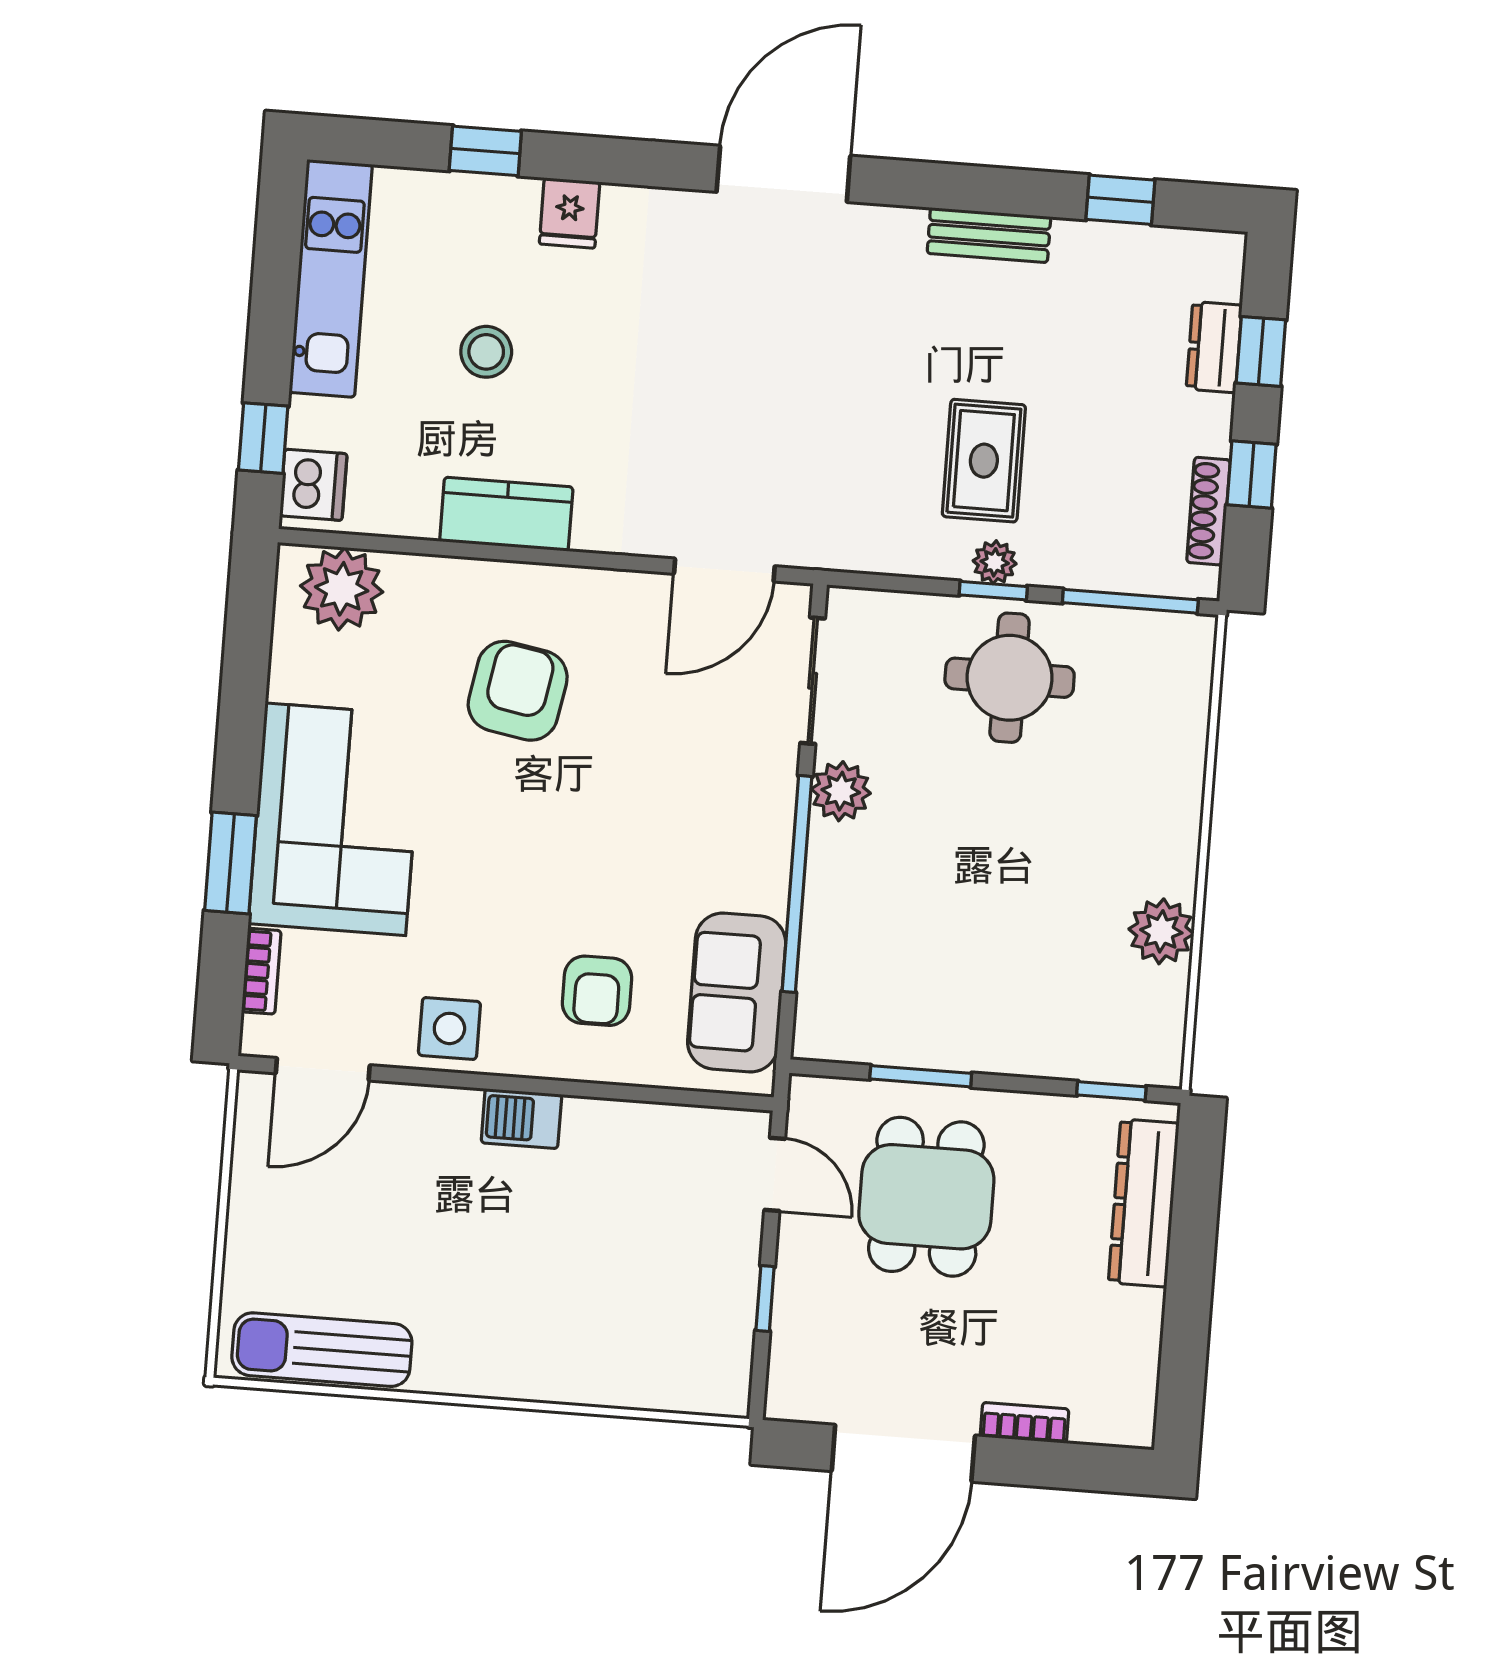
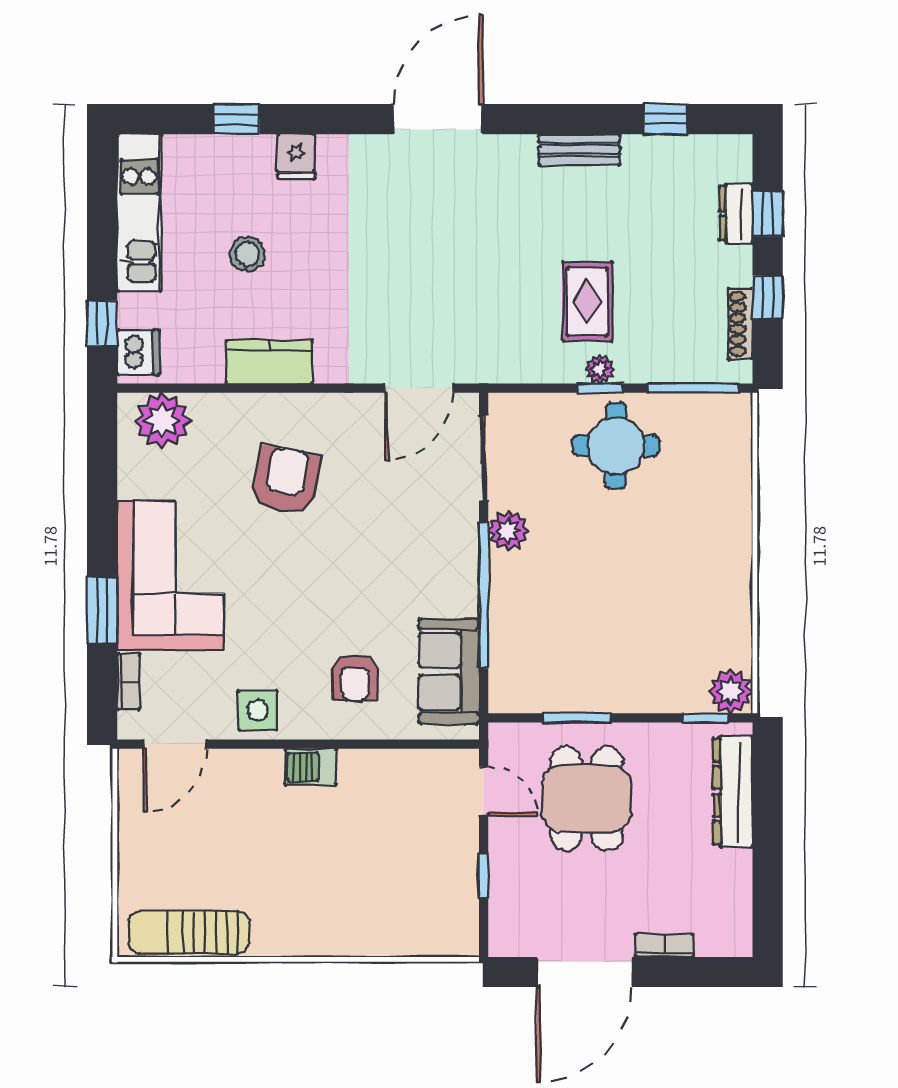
plant: (1161, 931) -> (731, 691), moved

